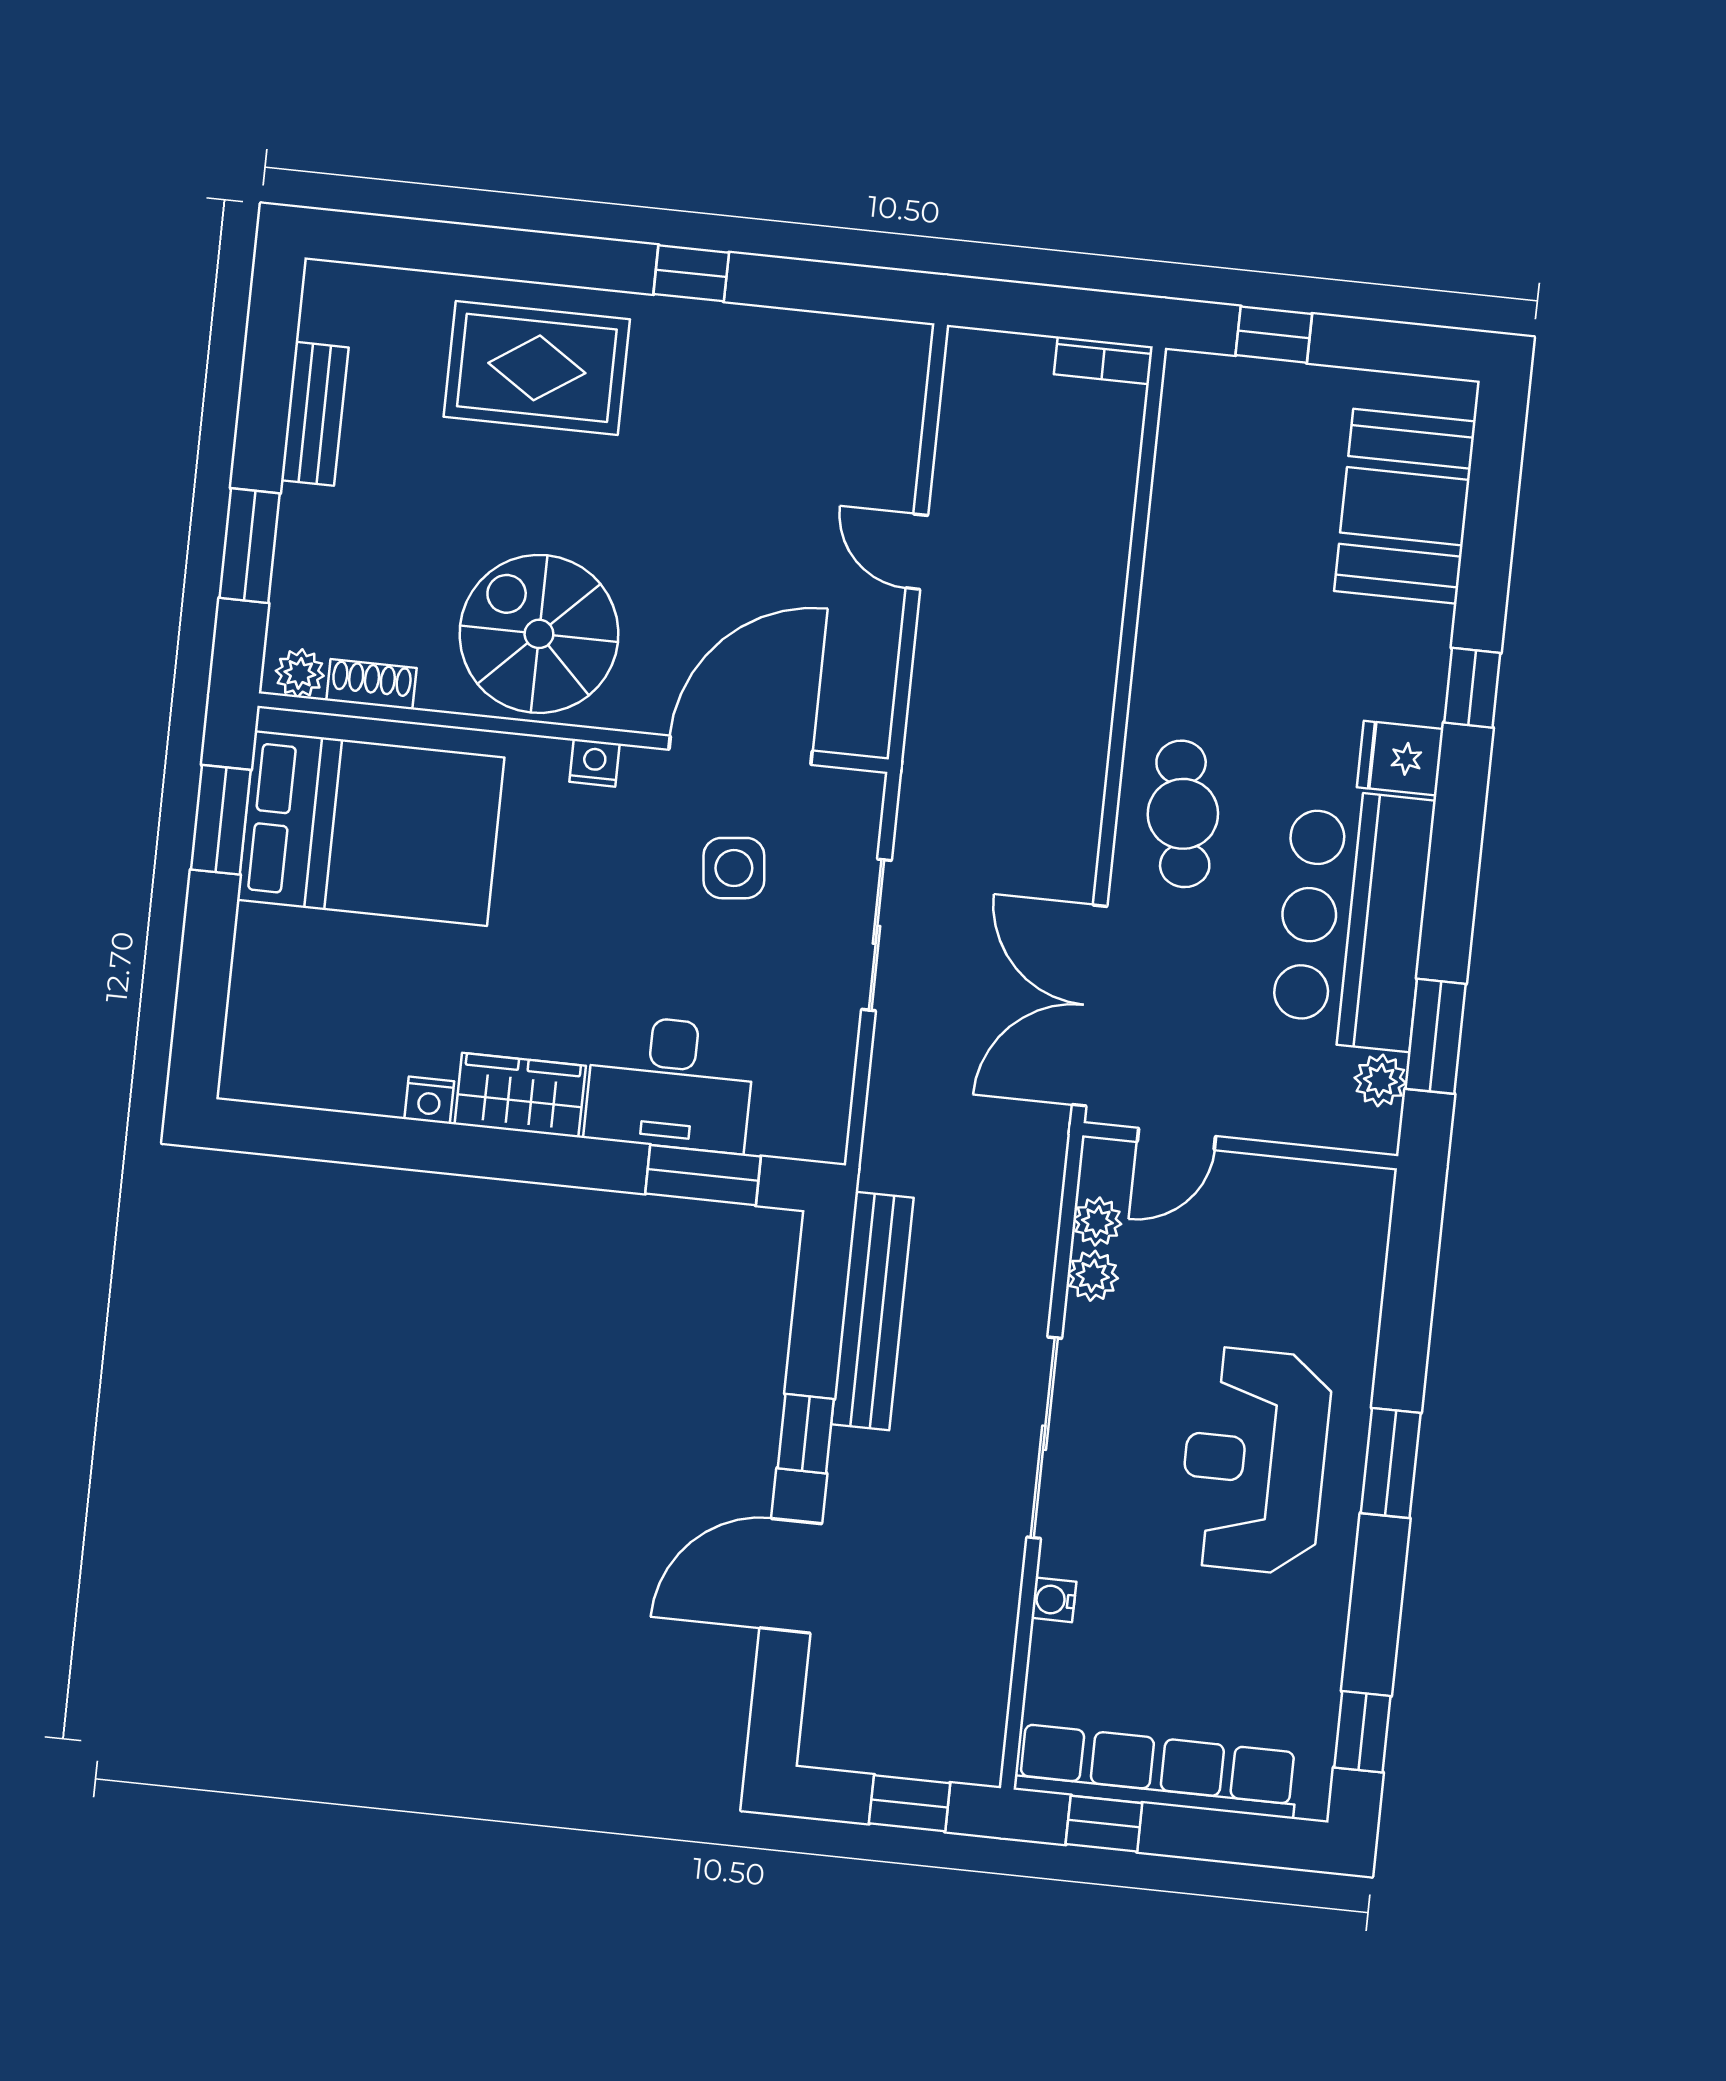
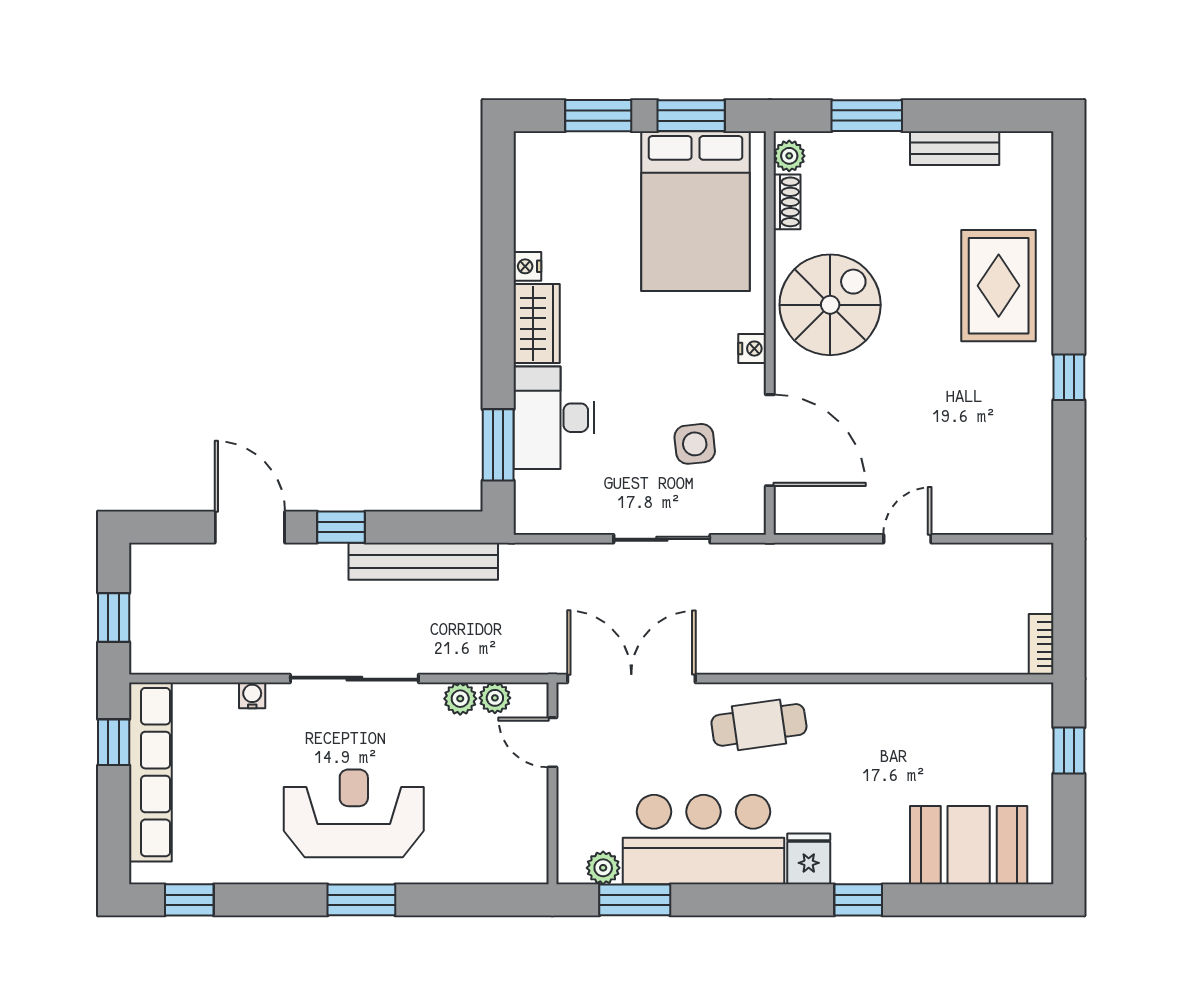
window: (206, 965) -> (598, 116), added

